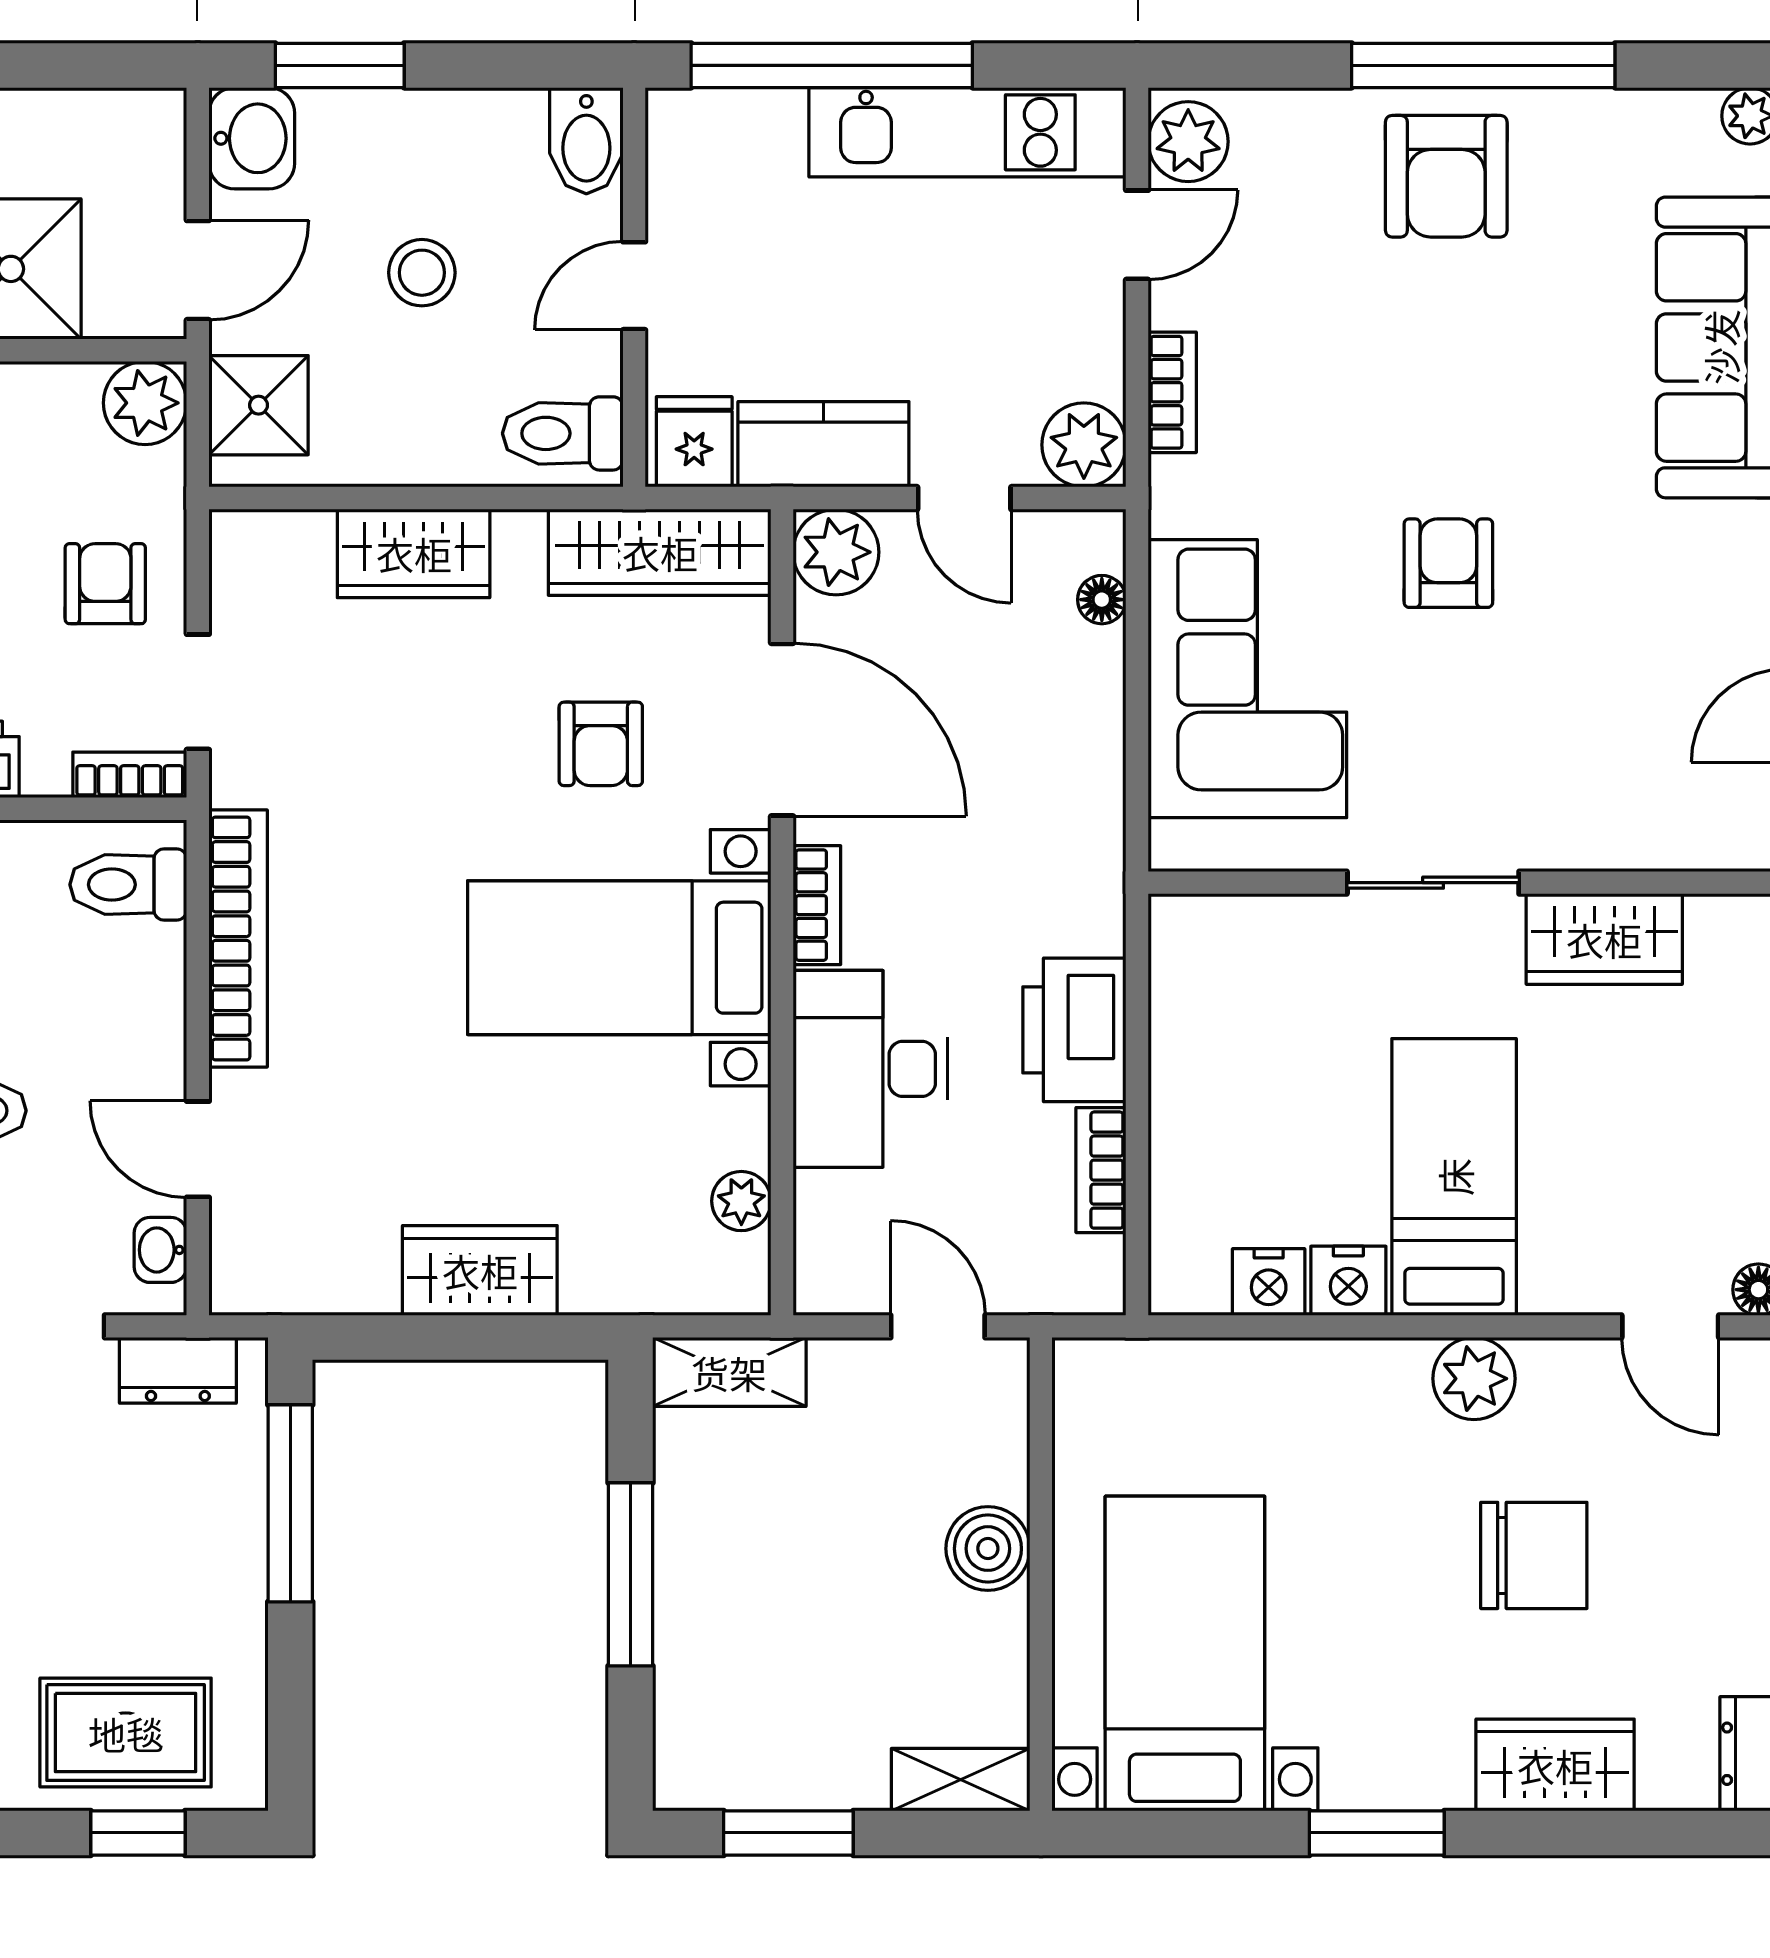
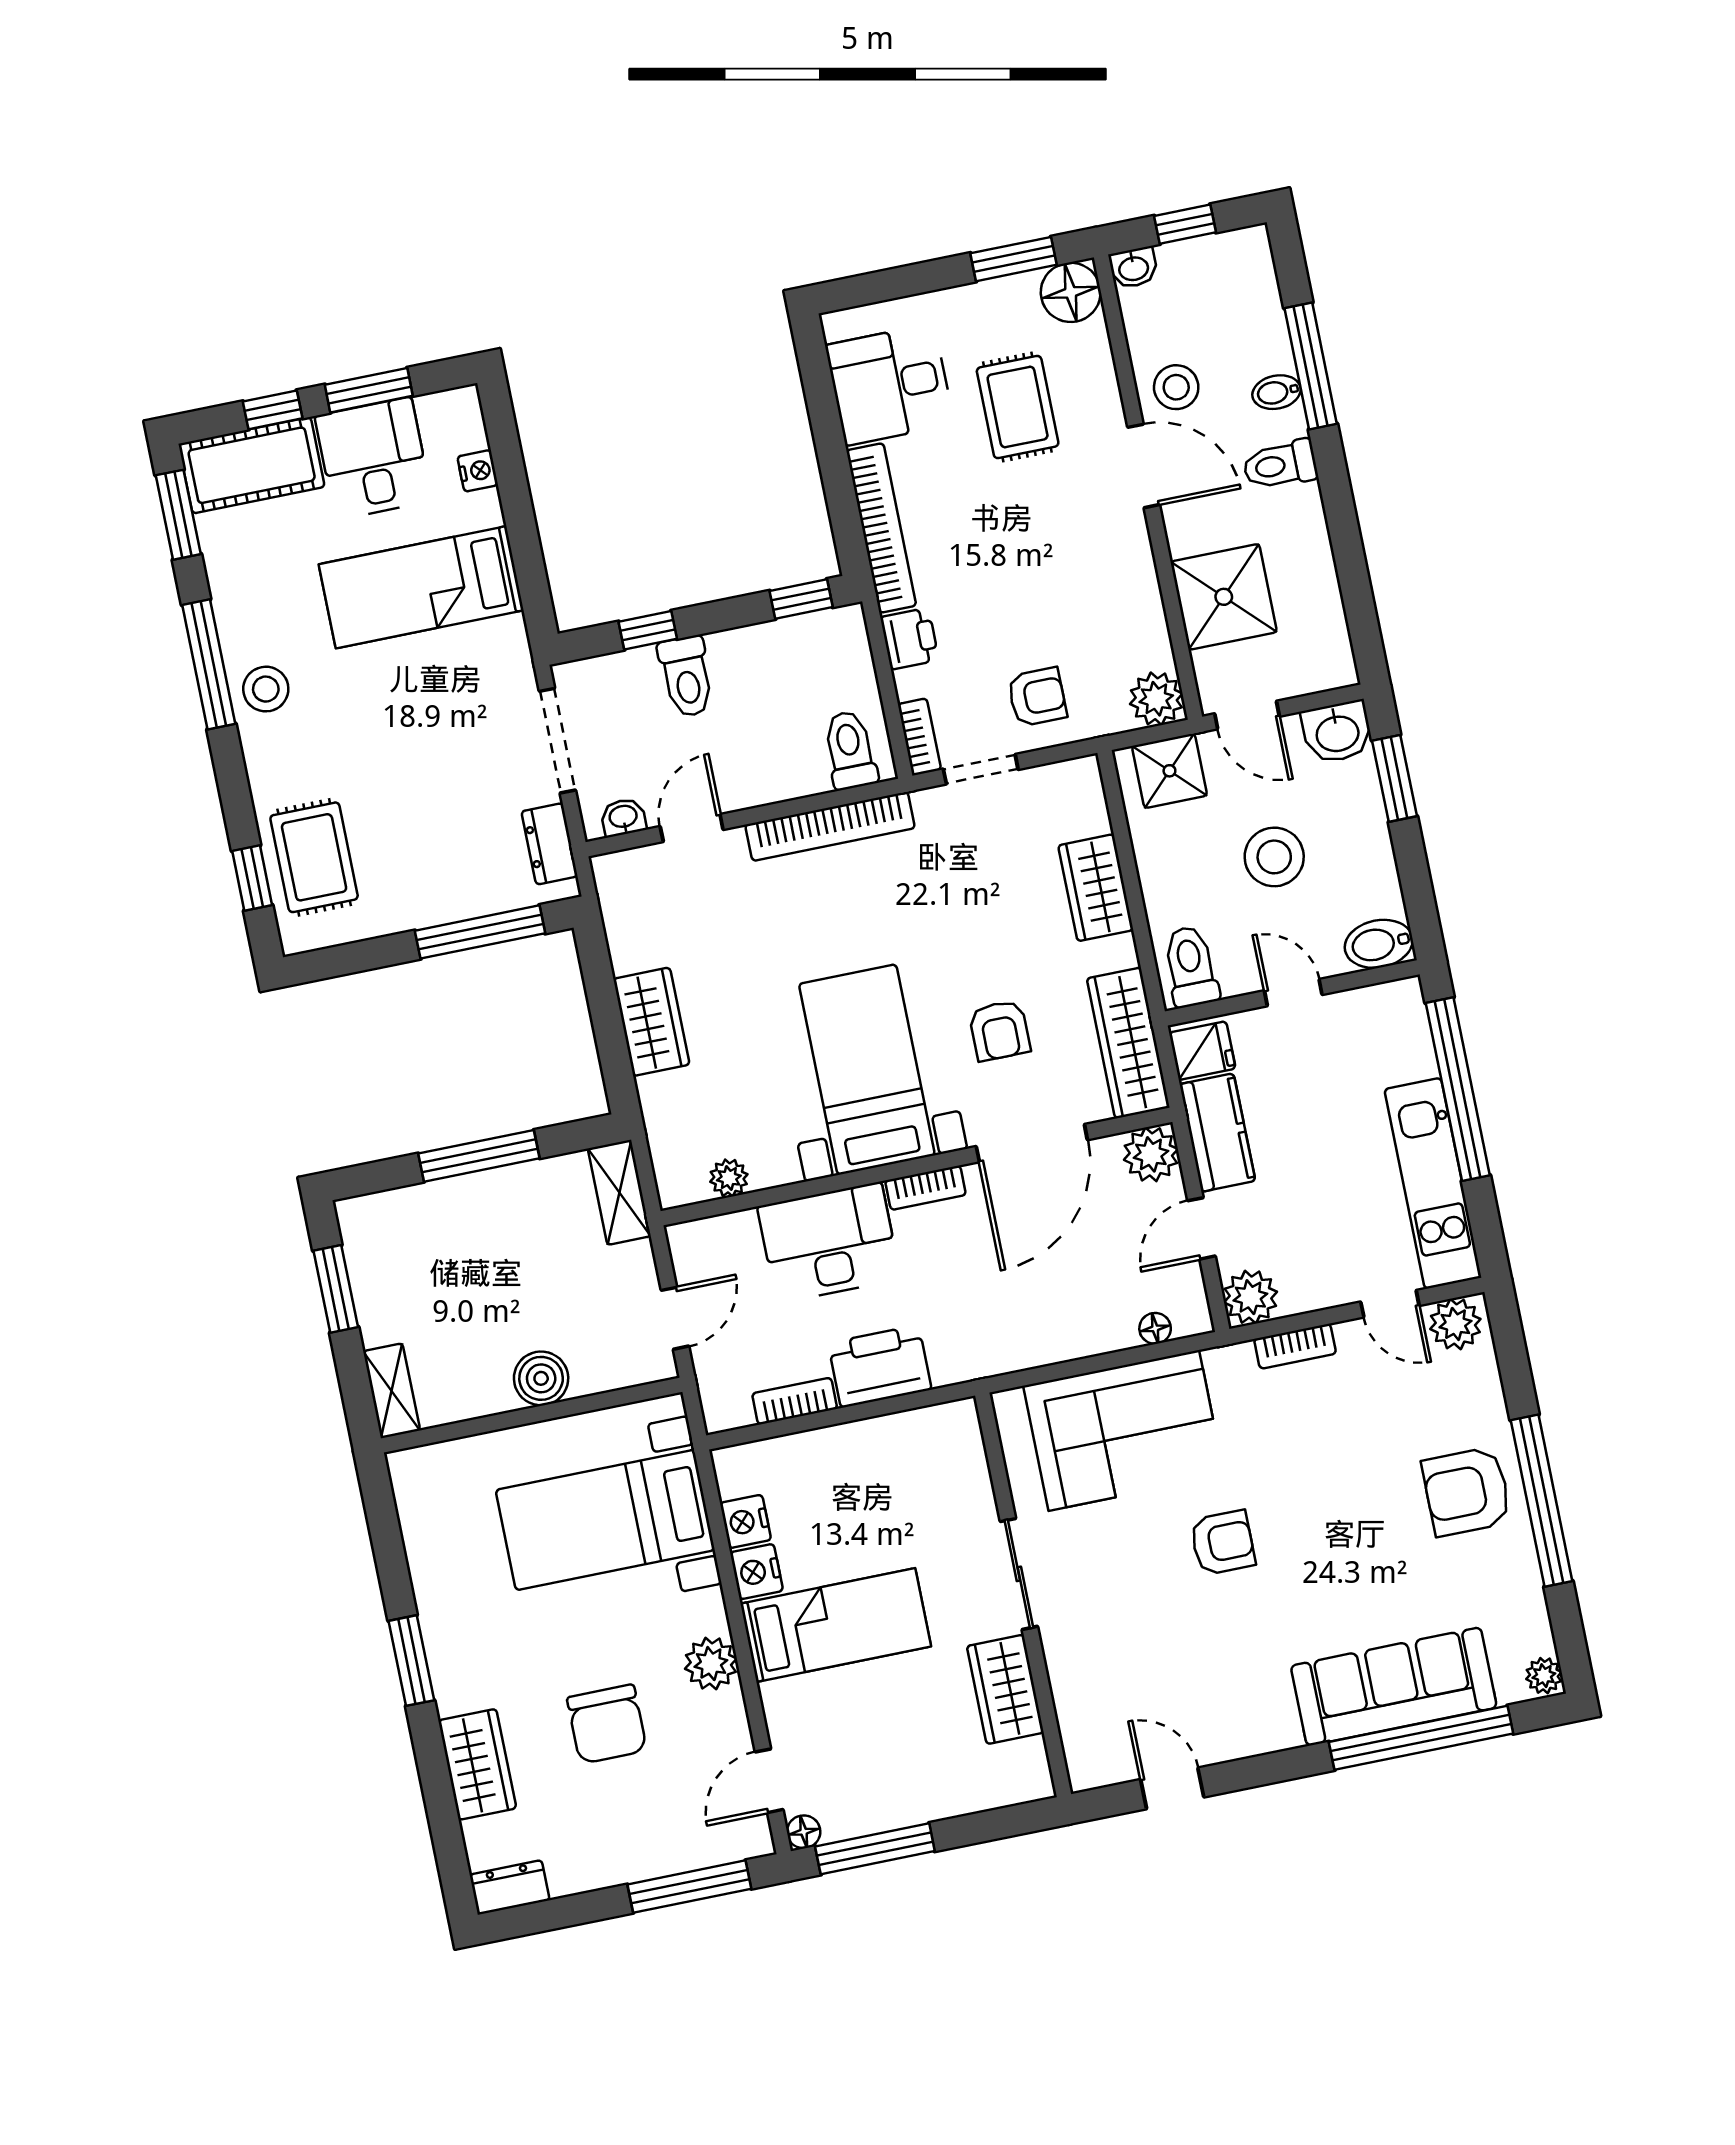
stool: (422, 273) -> (1274, 857), width x1.38, depth x1.38
armchair: (601, 744) -> (1000, 1030), turned -90
bed with nightstands: (1185, 1653) -> (605, 1520), moved, turned 180

